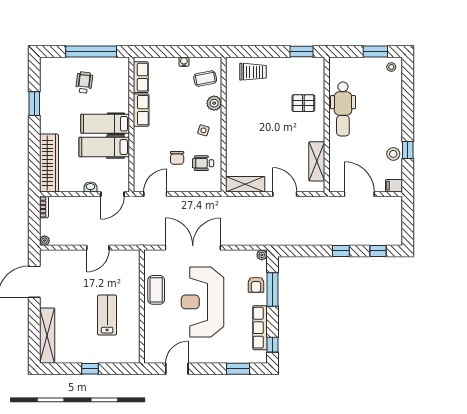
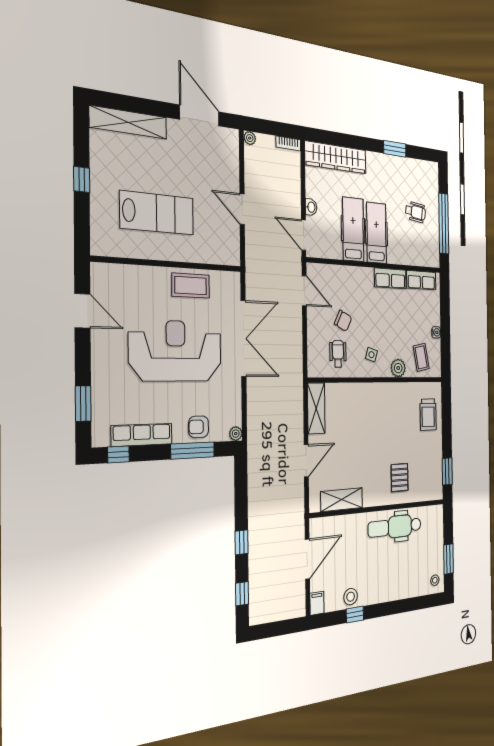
chair: (177, 158) -> (343, 321), turned -153
lab bench: (107, 315) -> (157, 213), width x1.36, depth x1.39

